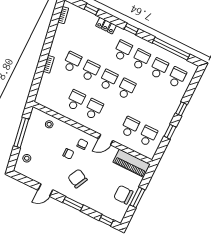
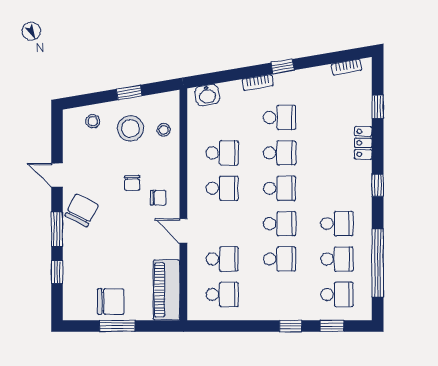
window: (47, 48) -> (283, 66), added
school desk: (123, 51) -> (280, 259), moved
washbasin: (42, 93) -> (207, 95), added
window: (21, 132) -> (129, 93), width x0.46
window: (170, 132) -> (332, 326), moved
stool: (40, 141) -> (130, 128), added
chair: (78, 178) -> (82, 210), moved
chair: (123, 195) -> (111, 301), turned 90
window: (106, 220) -> (57, 272), moved

